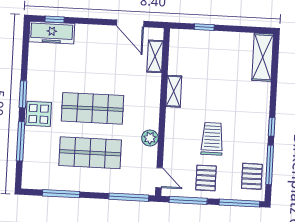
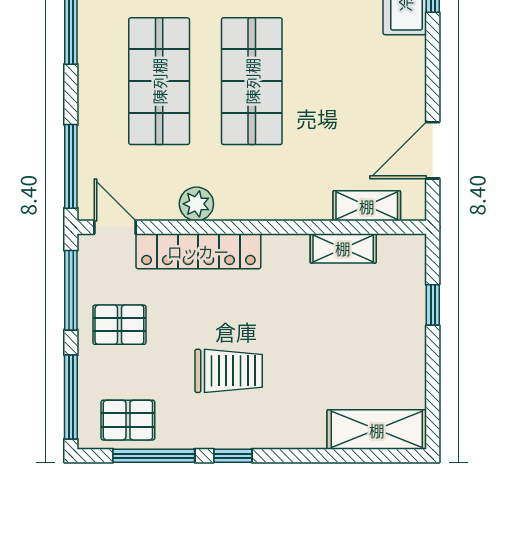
shelving: (174, 91) -> (343, 248), moved
locker: (173, 138) -> (198, 251), added
trolley: (212, 139) -> (229, 371), moved
door: (159, 178) -> (115, 227), swing flipped

